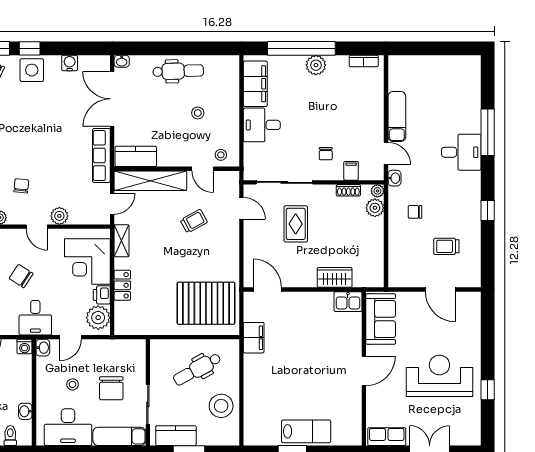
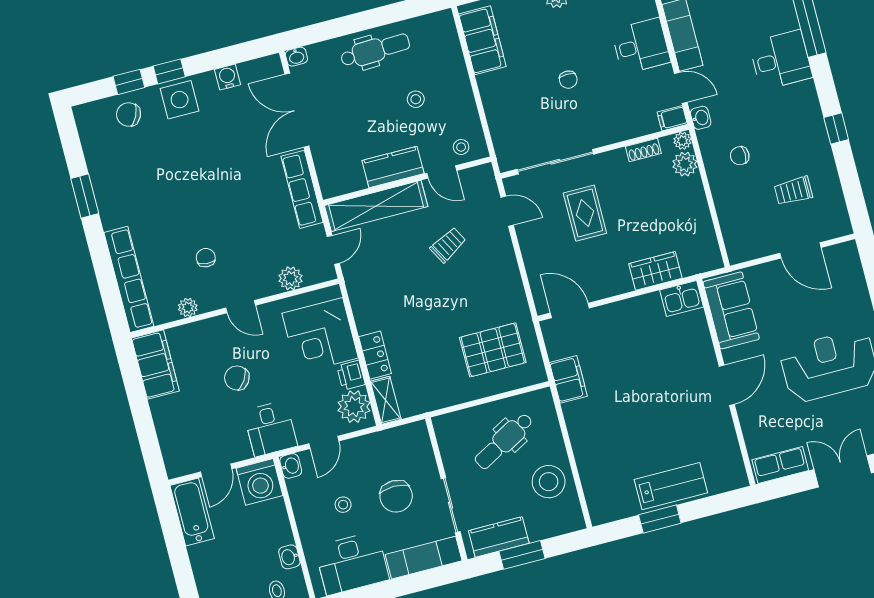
desk: (262, 125) -> (641, 46), moved, turned 180
chair: (326, 154) -> (568, 80), moved
kitchen counter: (136, 156) -> (393, 167), moved
filing cabinet: (351, 171) -> (672, 118), moved, turned -90
plant: (59, 216) -> (291, 278), moved
shelving: (122, 241) -> (386, 400), moved
pallet: (206, 303) -> (493, 350), width x0.73, depth x0.71
washing machine: (25, 347) -> (259, 482), width x1.89, depth x1.89

